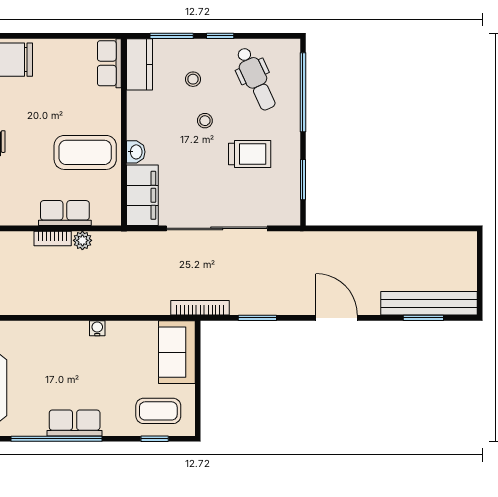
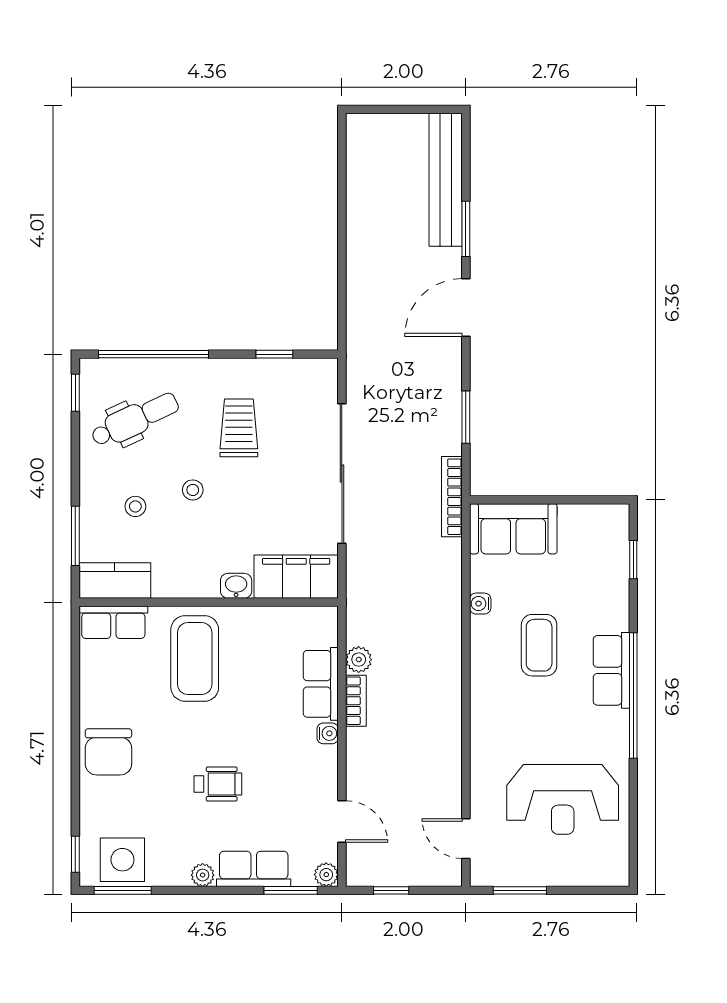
window: (220, 36) -> (75, 393), moved
coffee table: (85, 152) -> (195, 658), moved
window: (303, 180) -> (274, 354), width x0.67
water cooler: (29, 218) -> (328, 733), added
window: (423, 318) -> (466, 229), moved
water cooler: (97, 328) -> (480, 604), moved
coffee table: (158, 411) -> (539, 645), moved

